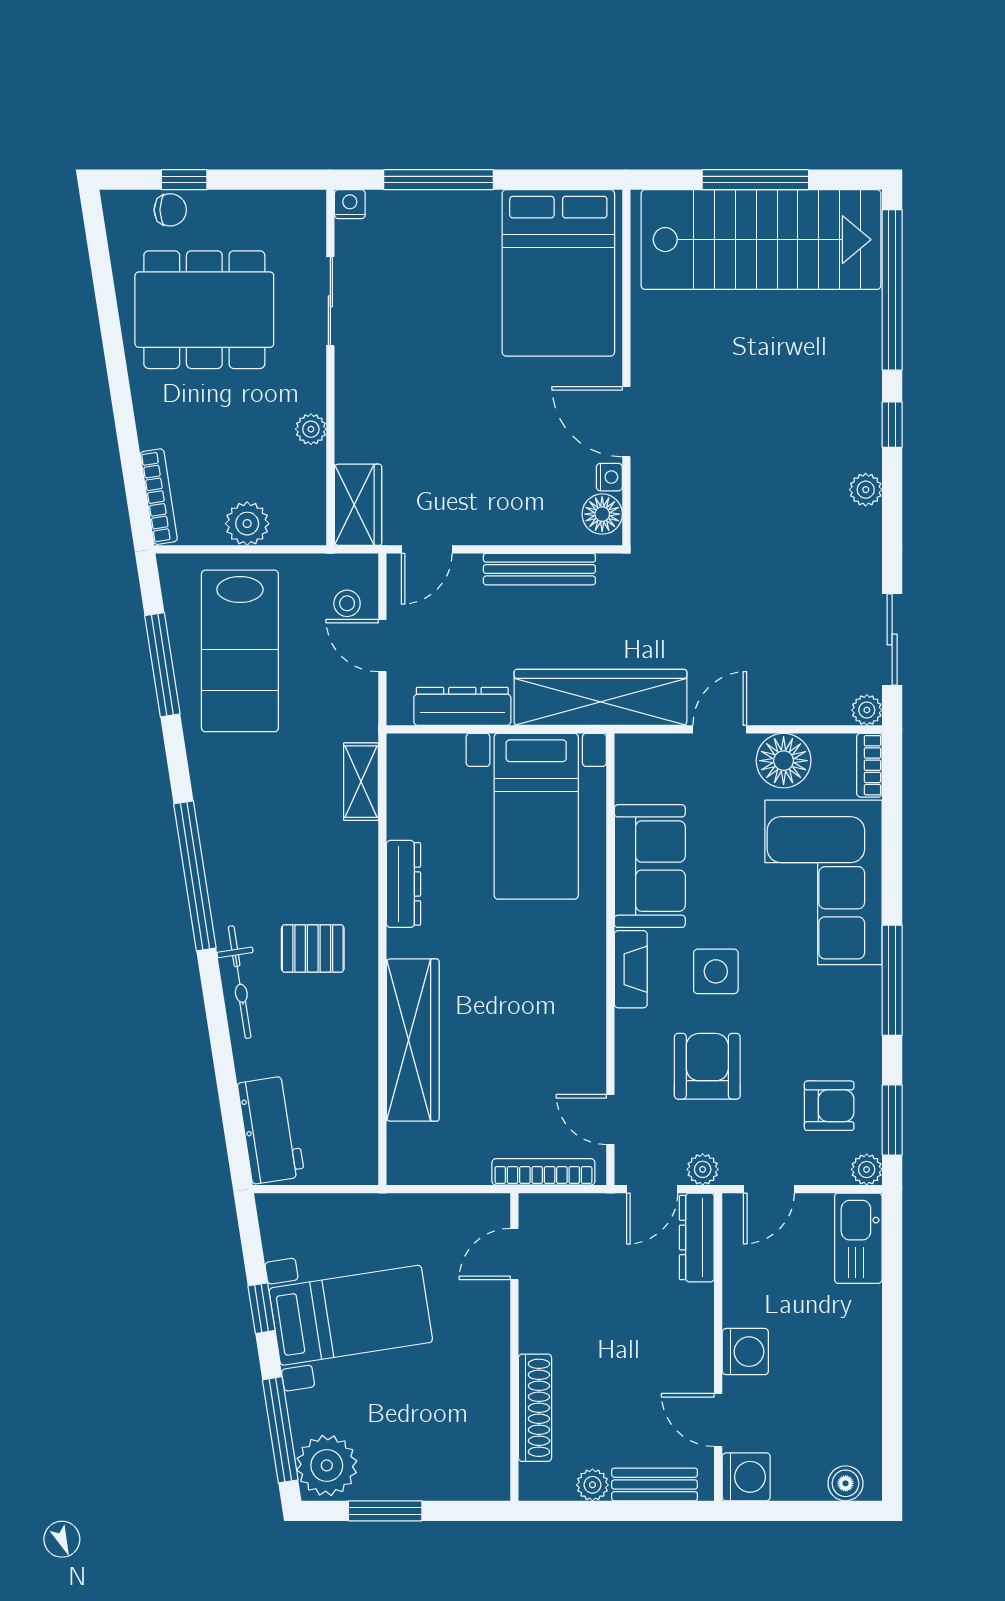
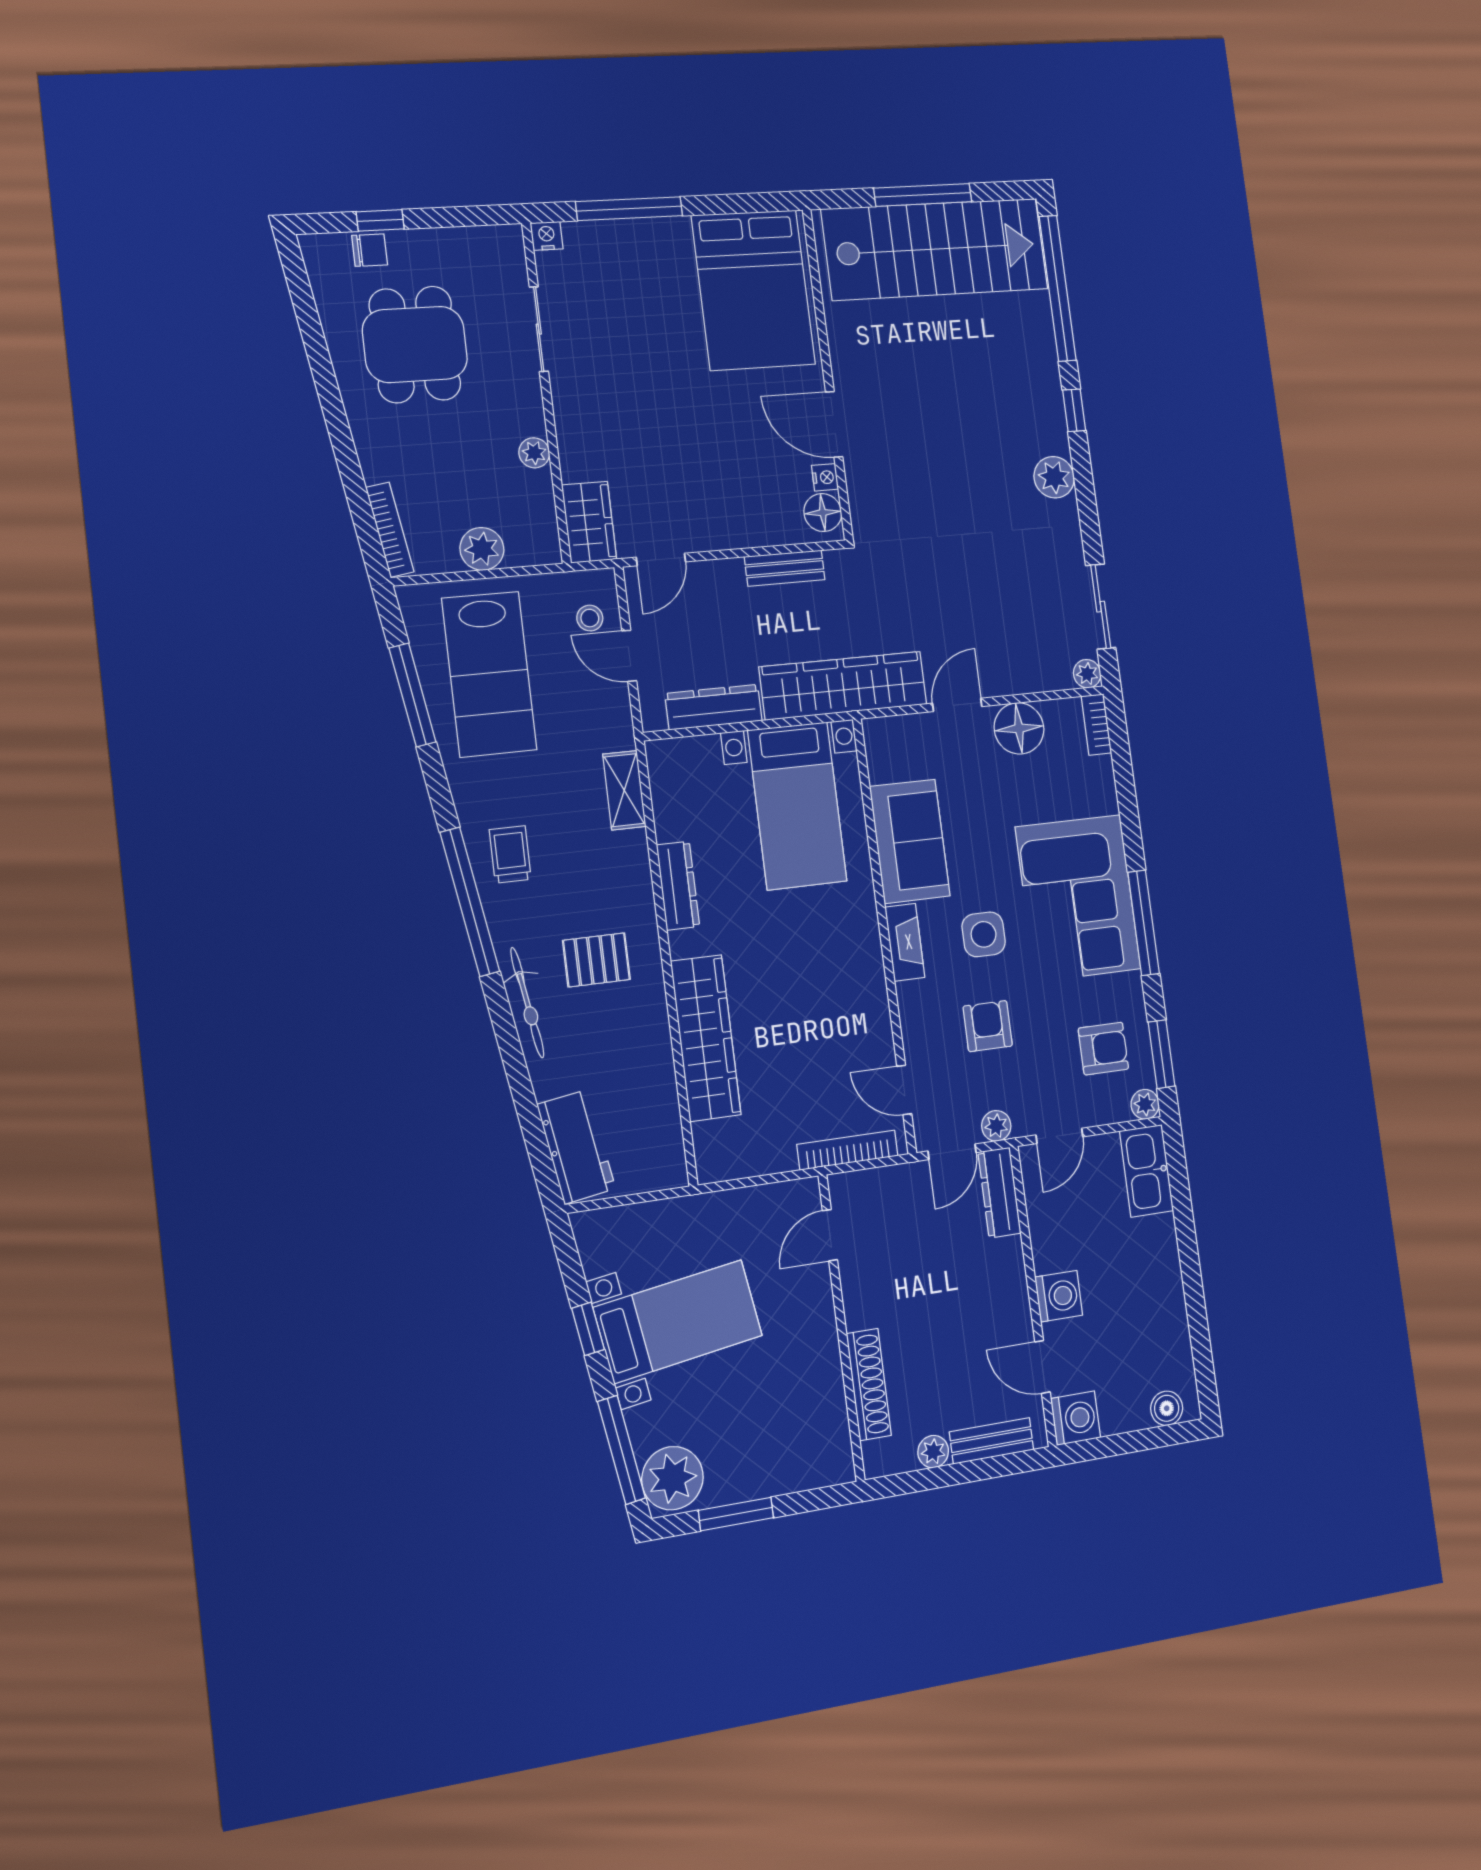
dining table: (204, 310) -> (415, 344), width x0.73
plant: (866, 490) -> (1054, 477), width x1.38, depth x1.38
bench: (539, 569) -> (785, 568), width x0.73
trolley: (240, 834) -> (510, 854), added
corner sofa: (823, 882) -> (1078, 898), moved
armchair: (707, 1066) -> (988, 1026), width x0.72, depth x0.72

